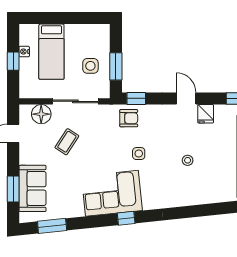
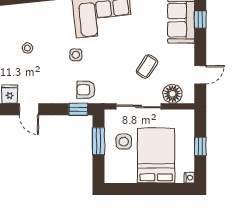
nightstand: (24, 52) -> (189, 178), moved
bed: (51, 52) -> (156, 156), width x1.50
window: (13, 189) -> (200, 20), width x0.67

